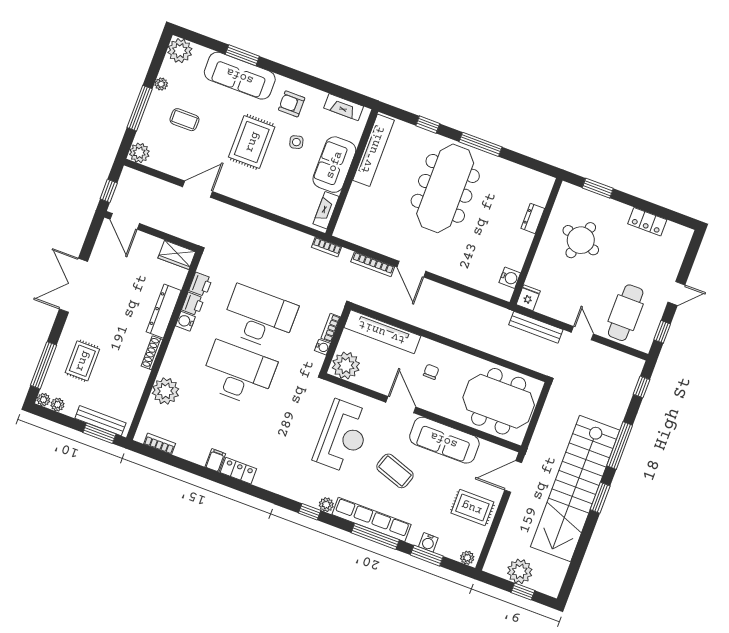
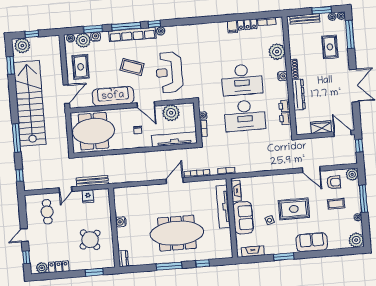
window: (242, 55) -> (284, 257), moved
sofa: (240, 76) -> (312, 242), width x0.73
armchair: (292, 104) -> (334, 182), moved
rug: (252, 142) -> (294, 209), turned 90
tv unit: (373, 150) -> (223, 207), moved
meeting table: (445, 188) -> (177, 233), turned 90
door: (198, 189) -> (311, 169), hinge flipped
dresser: (533, 218) -> (123, 259), moved
plant: (673, 232) -> (42, 268), added
round table: (581, 240) -> (90, 240), turned 34
wardrobe: (177, 255) -> (321, 127), moved
door: (411, 269) -> (175, 181), hinge flipped
water cooler: (510, 278) -> (121, 222), moved
fridge: (528, 298) -> (88, 196), moved
cafe table: (626, 313) -> (47, 212), width x0.73, depth x0.74
water cooler: (185, 321) -> (283, 76), moved
window: (662, 332) -> (26, 257), moved
door: (582, 333) -> (65, 190), hinge flipped
plant: (346, 365) -> (171, 113), moved
window: (99, 433) -> (322, 10), moved
locker: (238, 471) -> (247, 24), moved
window: (600, 498) -> (11, 65), moved
rug: (472, 508) -> (81, 67), turned 90
window: (310, 512) -> (154, 24), moved
plant: (450, 546) -> (83, 40), added
plant: (520, 571) -> (22, 46), moved

